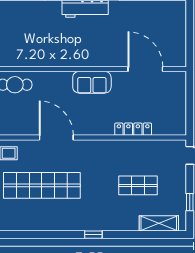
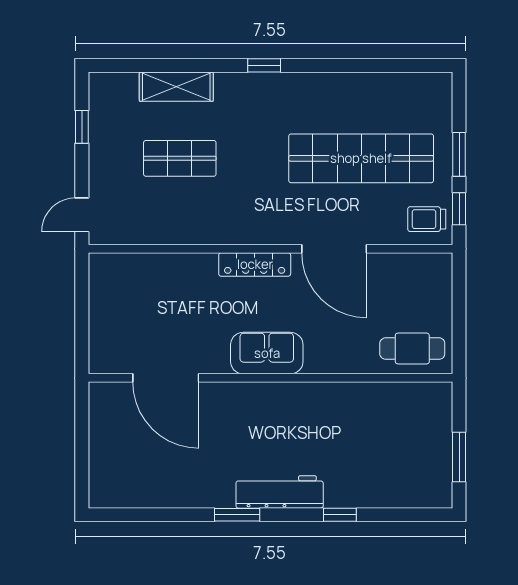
locker: (133, 129) -> (255, 264), moved
shelving: (159, 223) -> (176, 87), moved

